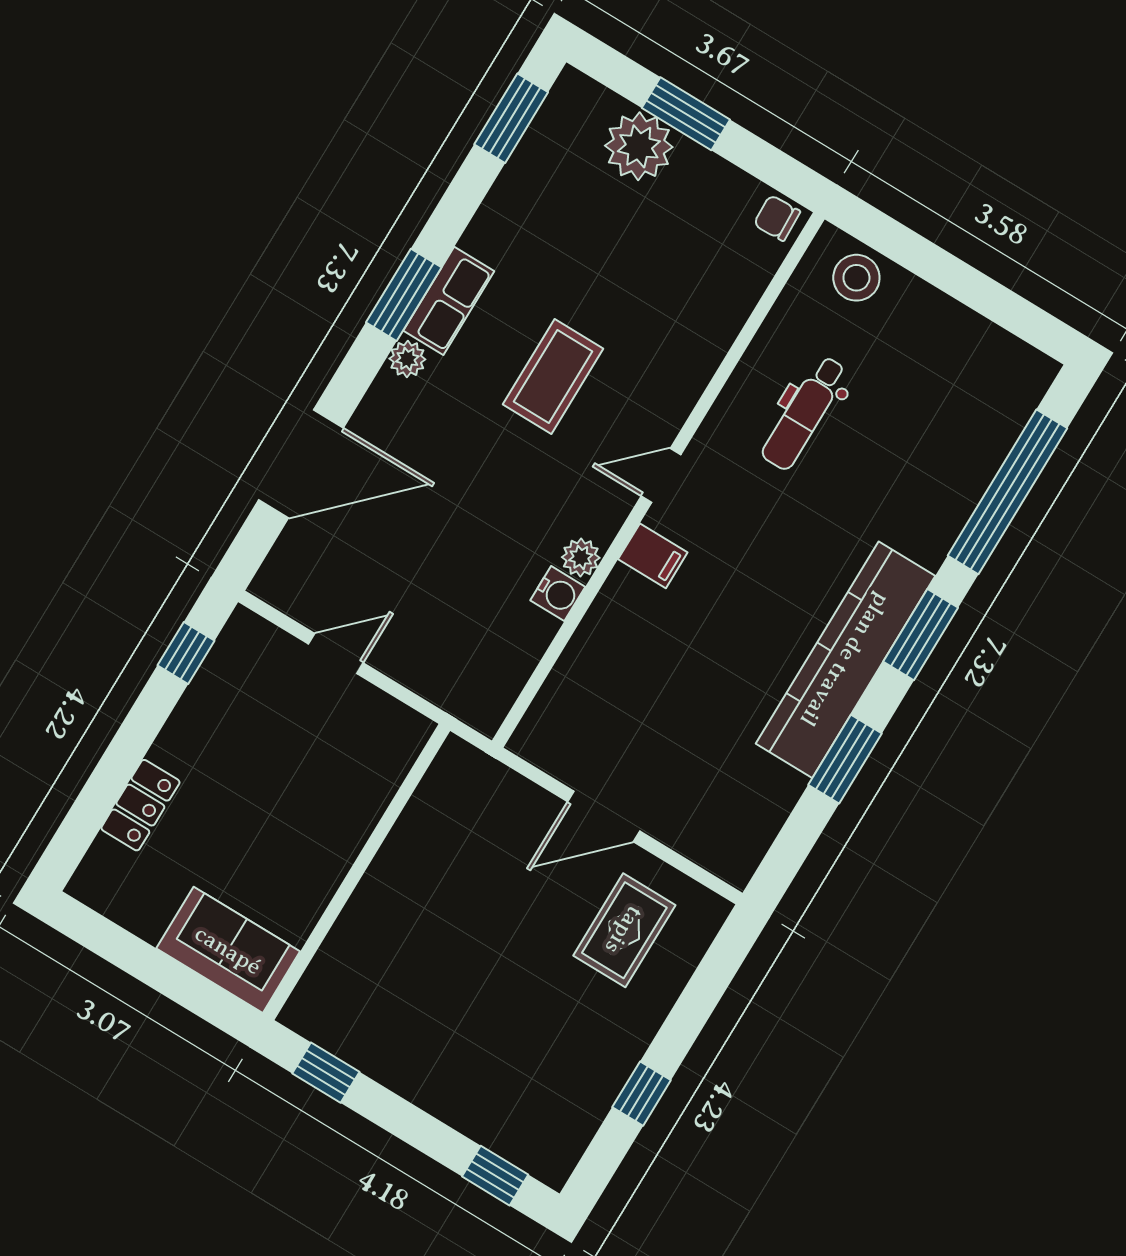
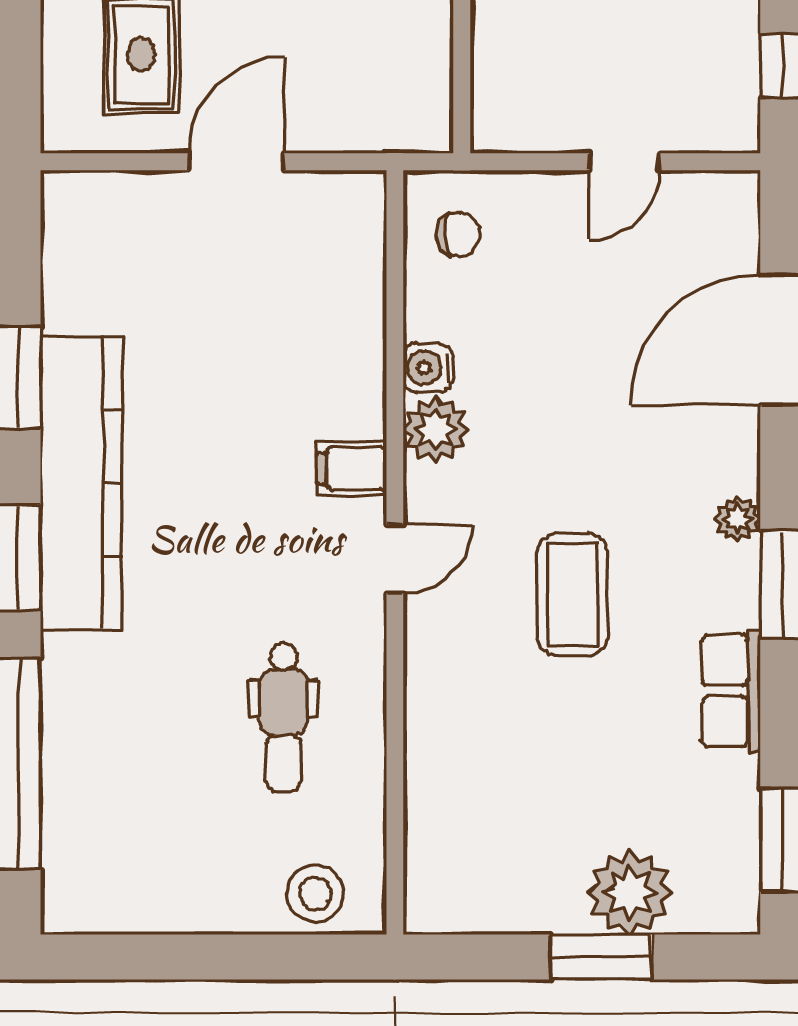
chair: (777, 218) -> (458, 234), moved
row of seats: (449, 301) -> (731, 691), moved
dental chair: (804, 413) -> (283, 717), turned 180
plant: (581, 557) -> (436, 430), width x1.38, depth x1.38

